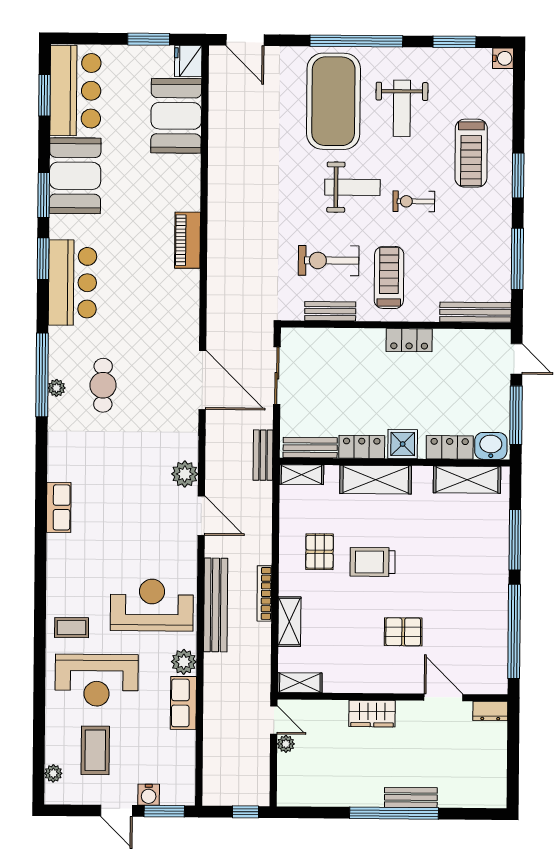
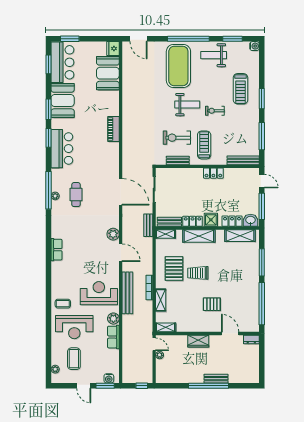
window: (149, 39) -> (70, 39), moved
weight bench: (402, 108) -> (214, 55), moved, turned 90
pallet: (320, 552) -> (174, 269), width x1.50, depth x1.42
water cooler: (149, 795) -> (109, 378), moved

